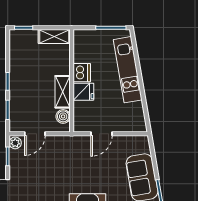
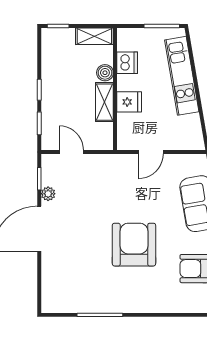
dishwasher: (82, 73) -> (127, 63), moved
boiler: (63, 116) -> (105, 73), moved
door: (35, 134) -> (71, 152), swing flipped
plant: (15, 143) -> (48, 194), moved

